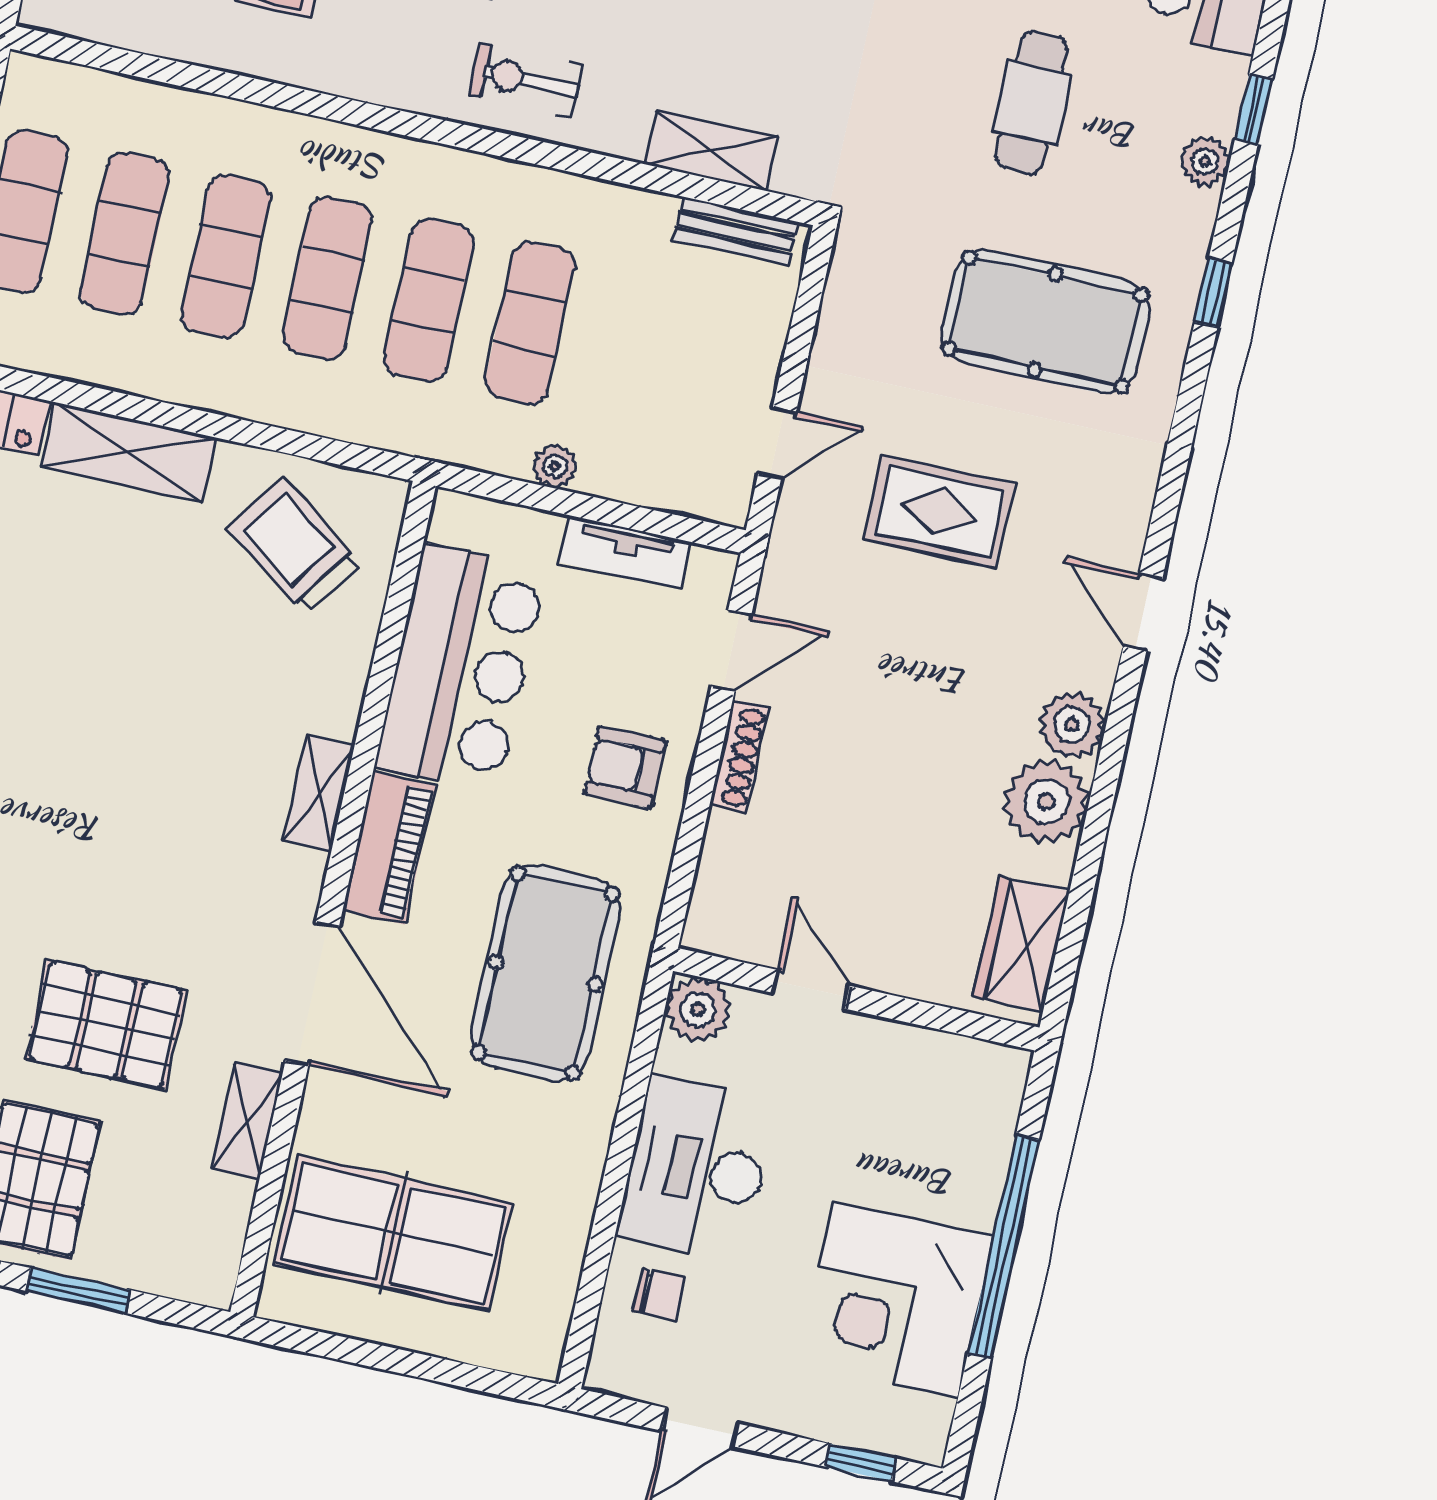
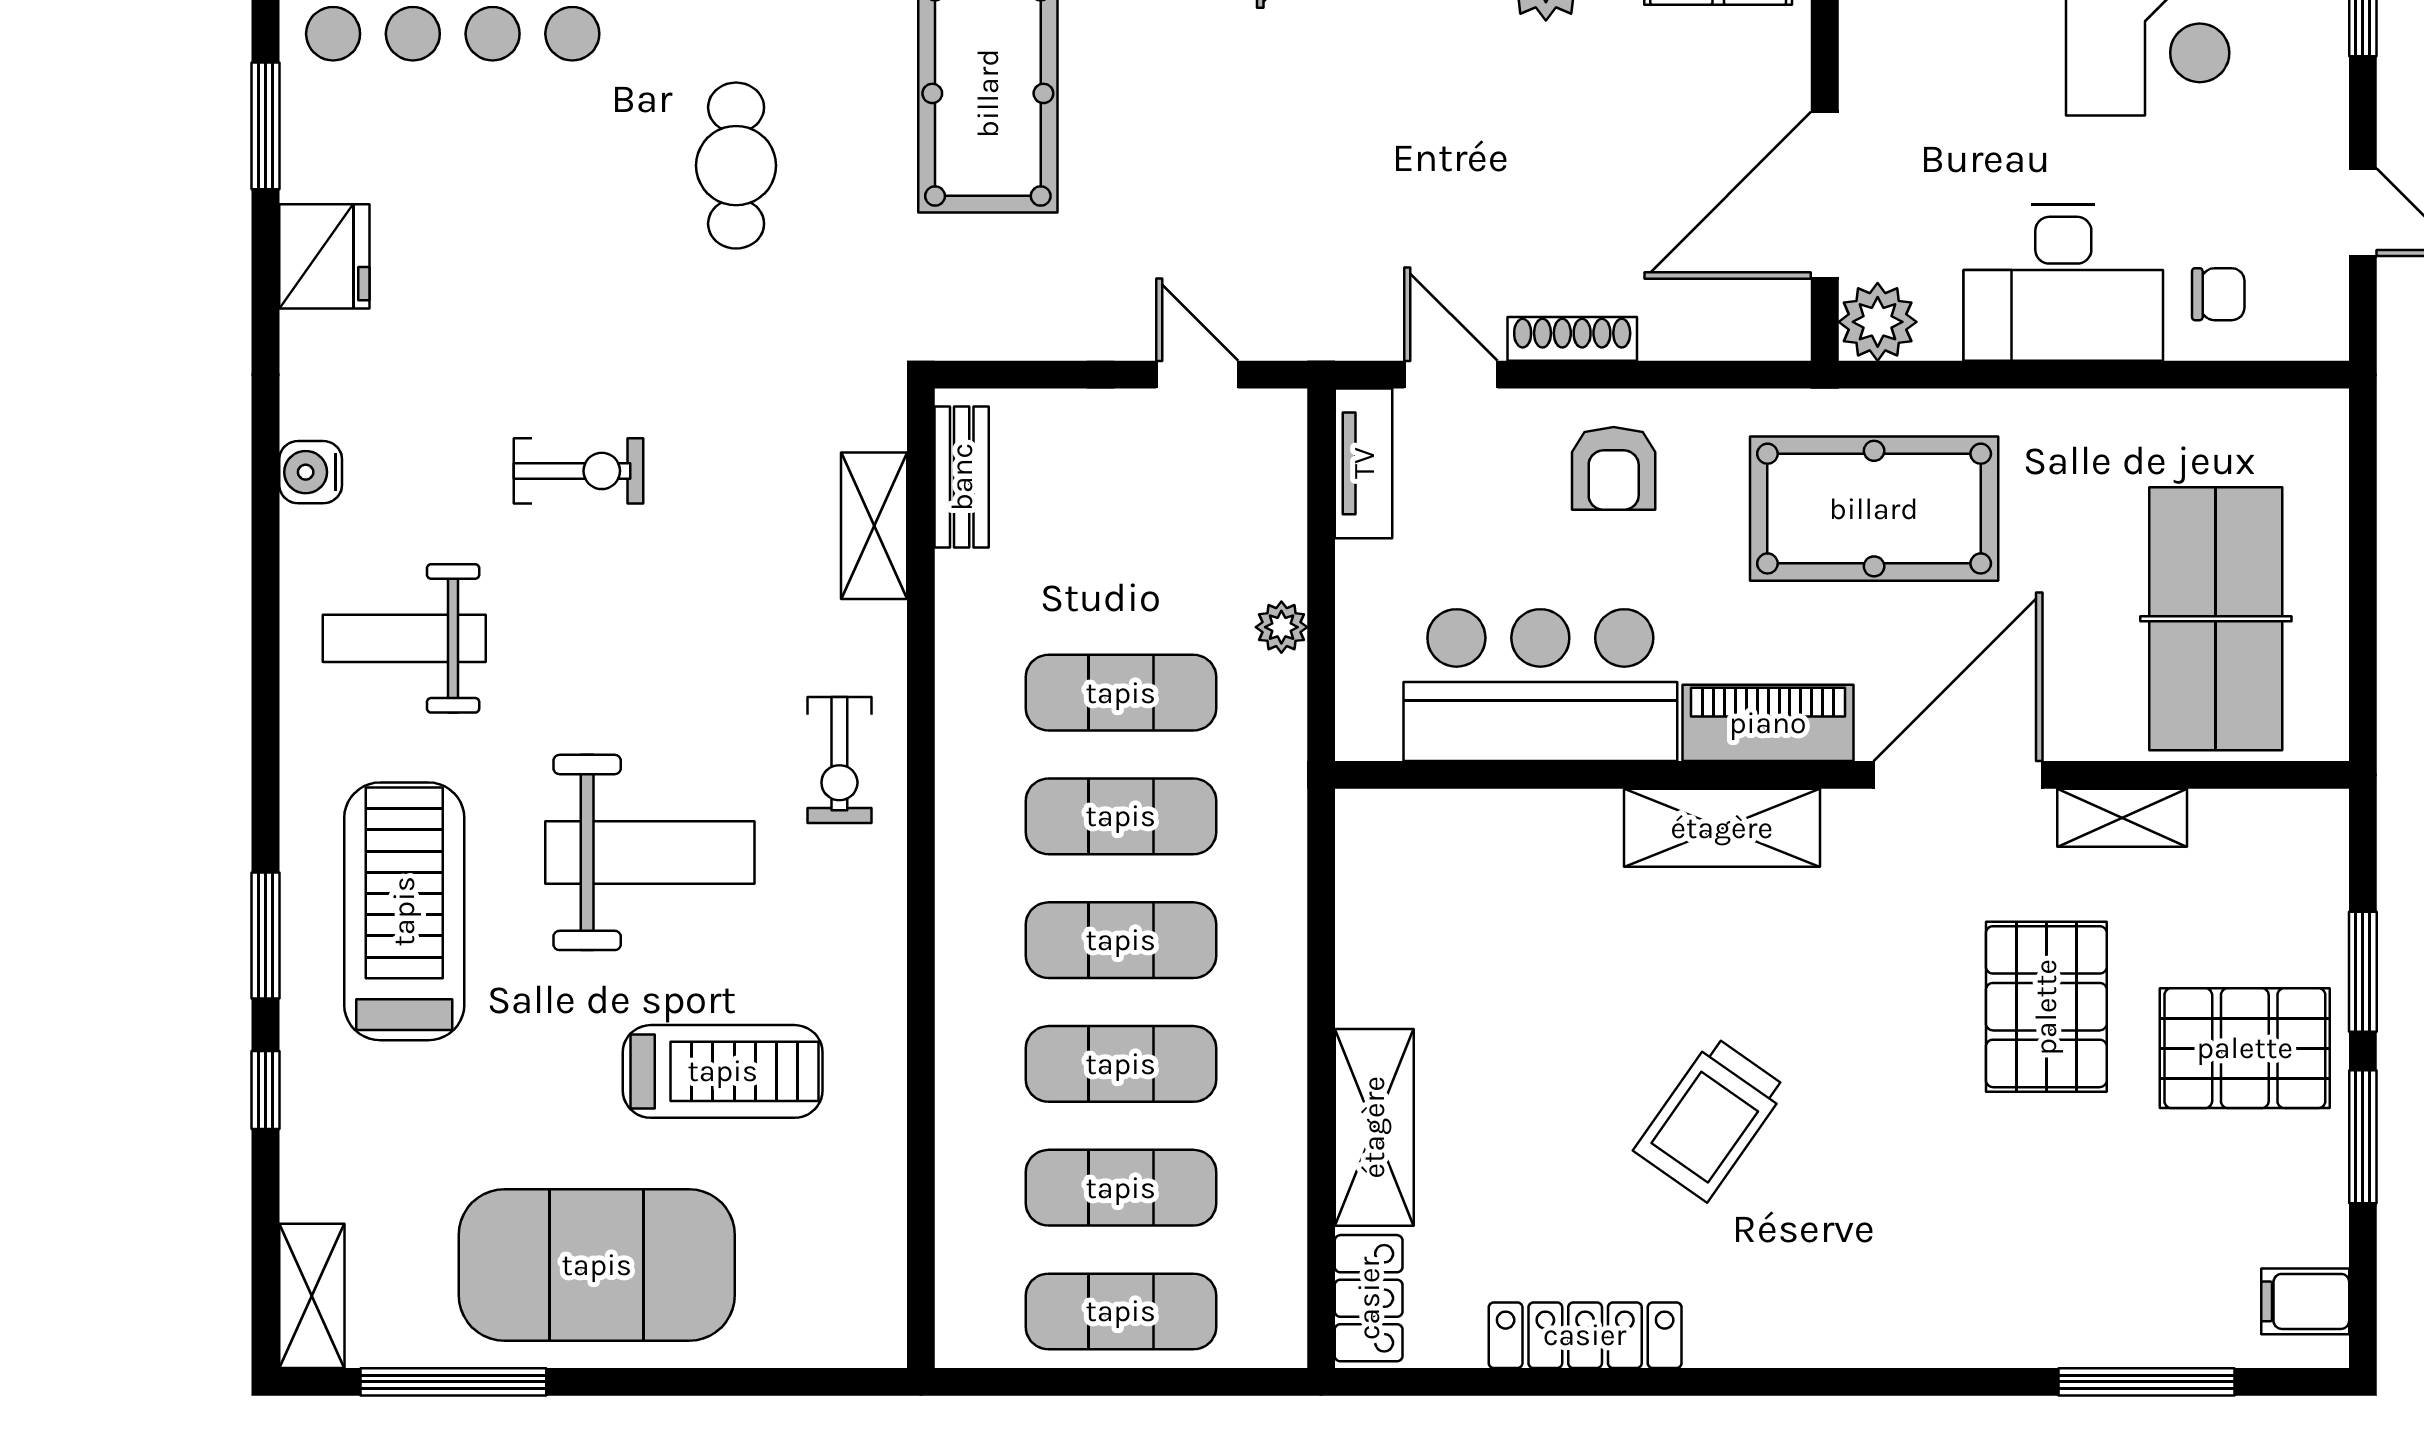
cafe table: (1032, 102) -> (736, 166), turned 90
rug: (939, 512) -> (1236, 168), removed
trolley: (295, 546) -> (1710, 1119), moved
tv unit: (625, 552) -> (1364, 463), moved
shelving: (319, 793) -> (1722, 828), width x1.50, depth x1.33
door: (811, 989) -> (1825, 195), width x1.87
chair: (659, 1294) -> (2218, 294), turned 90

